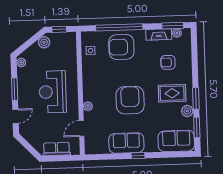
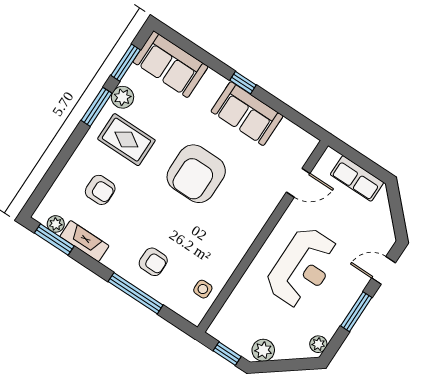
window: (119, 27) -> (136, 293), width x0.68
armchair: (121, 47) -> (153, 262), width x0.53, depth x0.53
plant: (88, 106) -> (265, 209), removed

